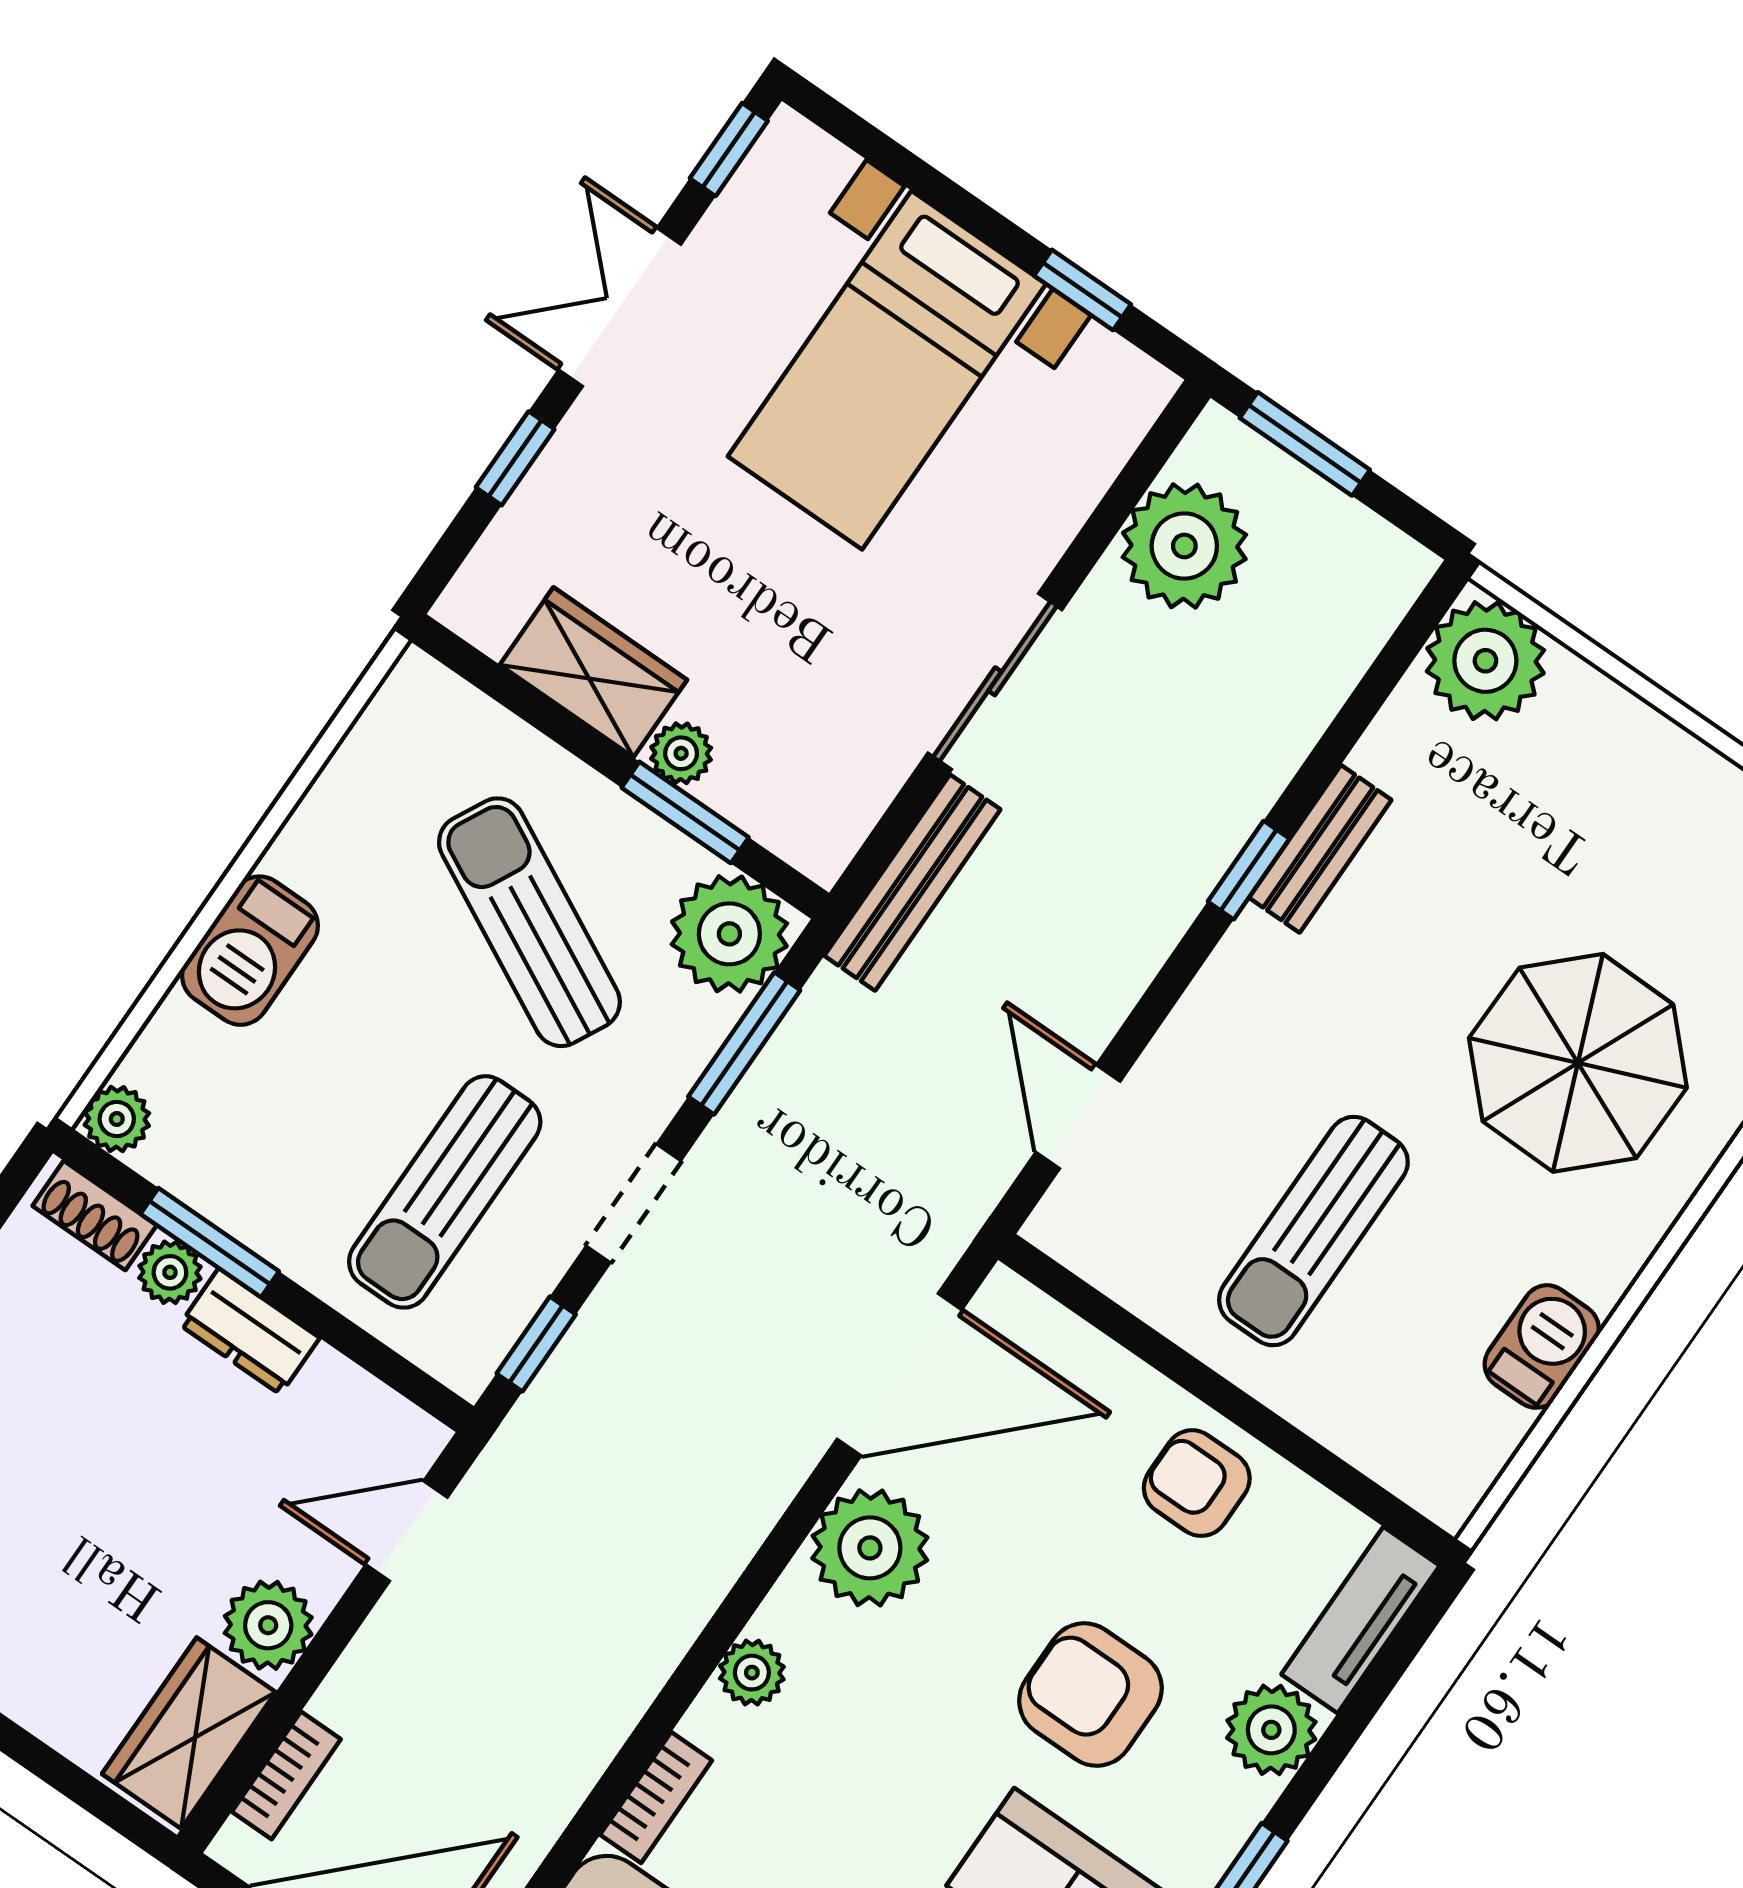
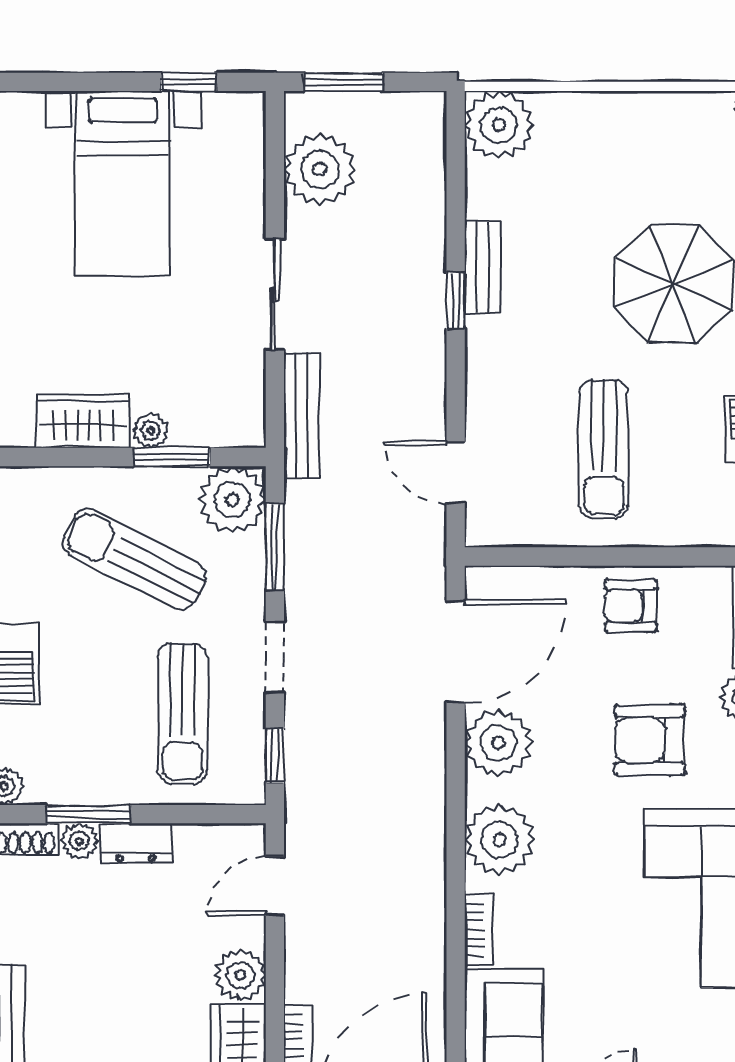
plant: (752, 1673) -> (500, 840), width x1.88, depth x1.88

